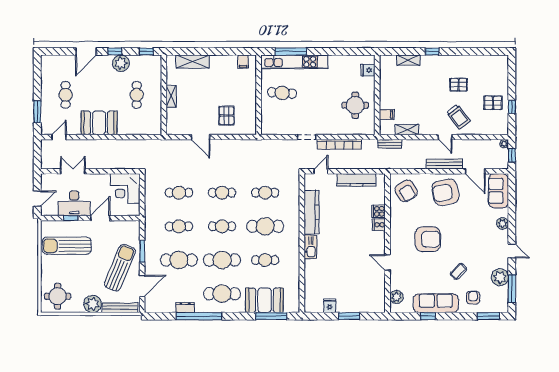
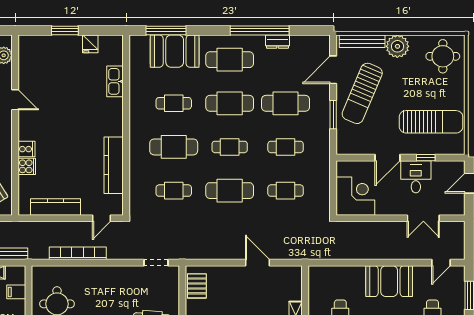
pallet: (227, 116) -> (197, 286), moved
doorway: (307, 137) -> (156, 263), moved
cafe table: (222, 193) -> (230, 191), width x1.37, depth x1.35
desk: (74, 203) -> (416, 177), width x0.73
kitchen sink: (310, 247) -> (115, 81), moved

